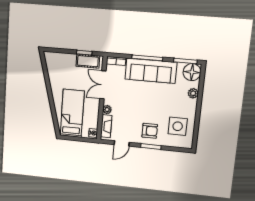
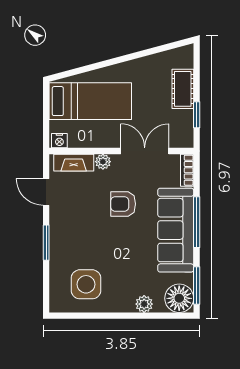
cot: (88, 61) -> (183, 89), moved
armchair: (150, 131) -> (123, 204), moved, turned 90

